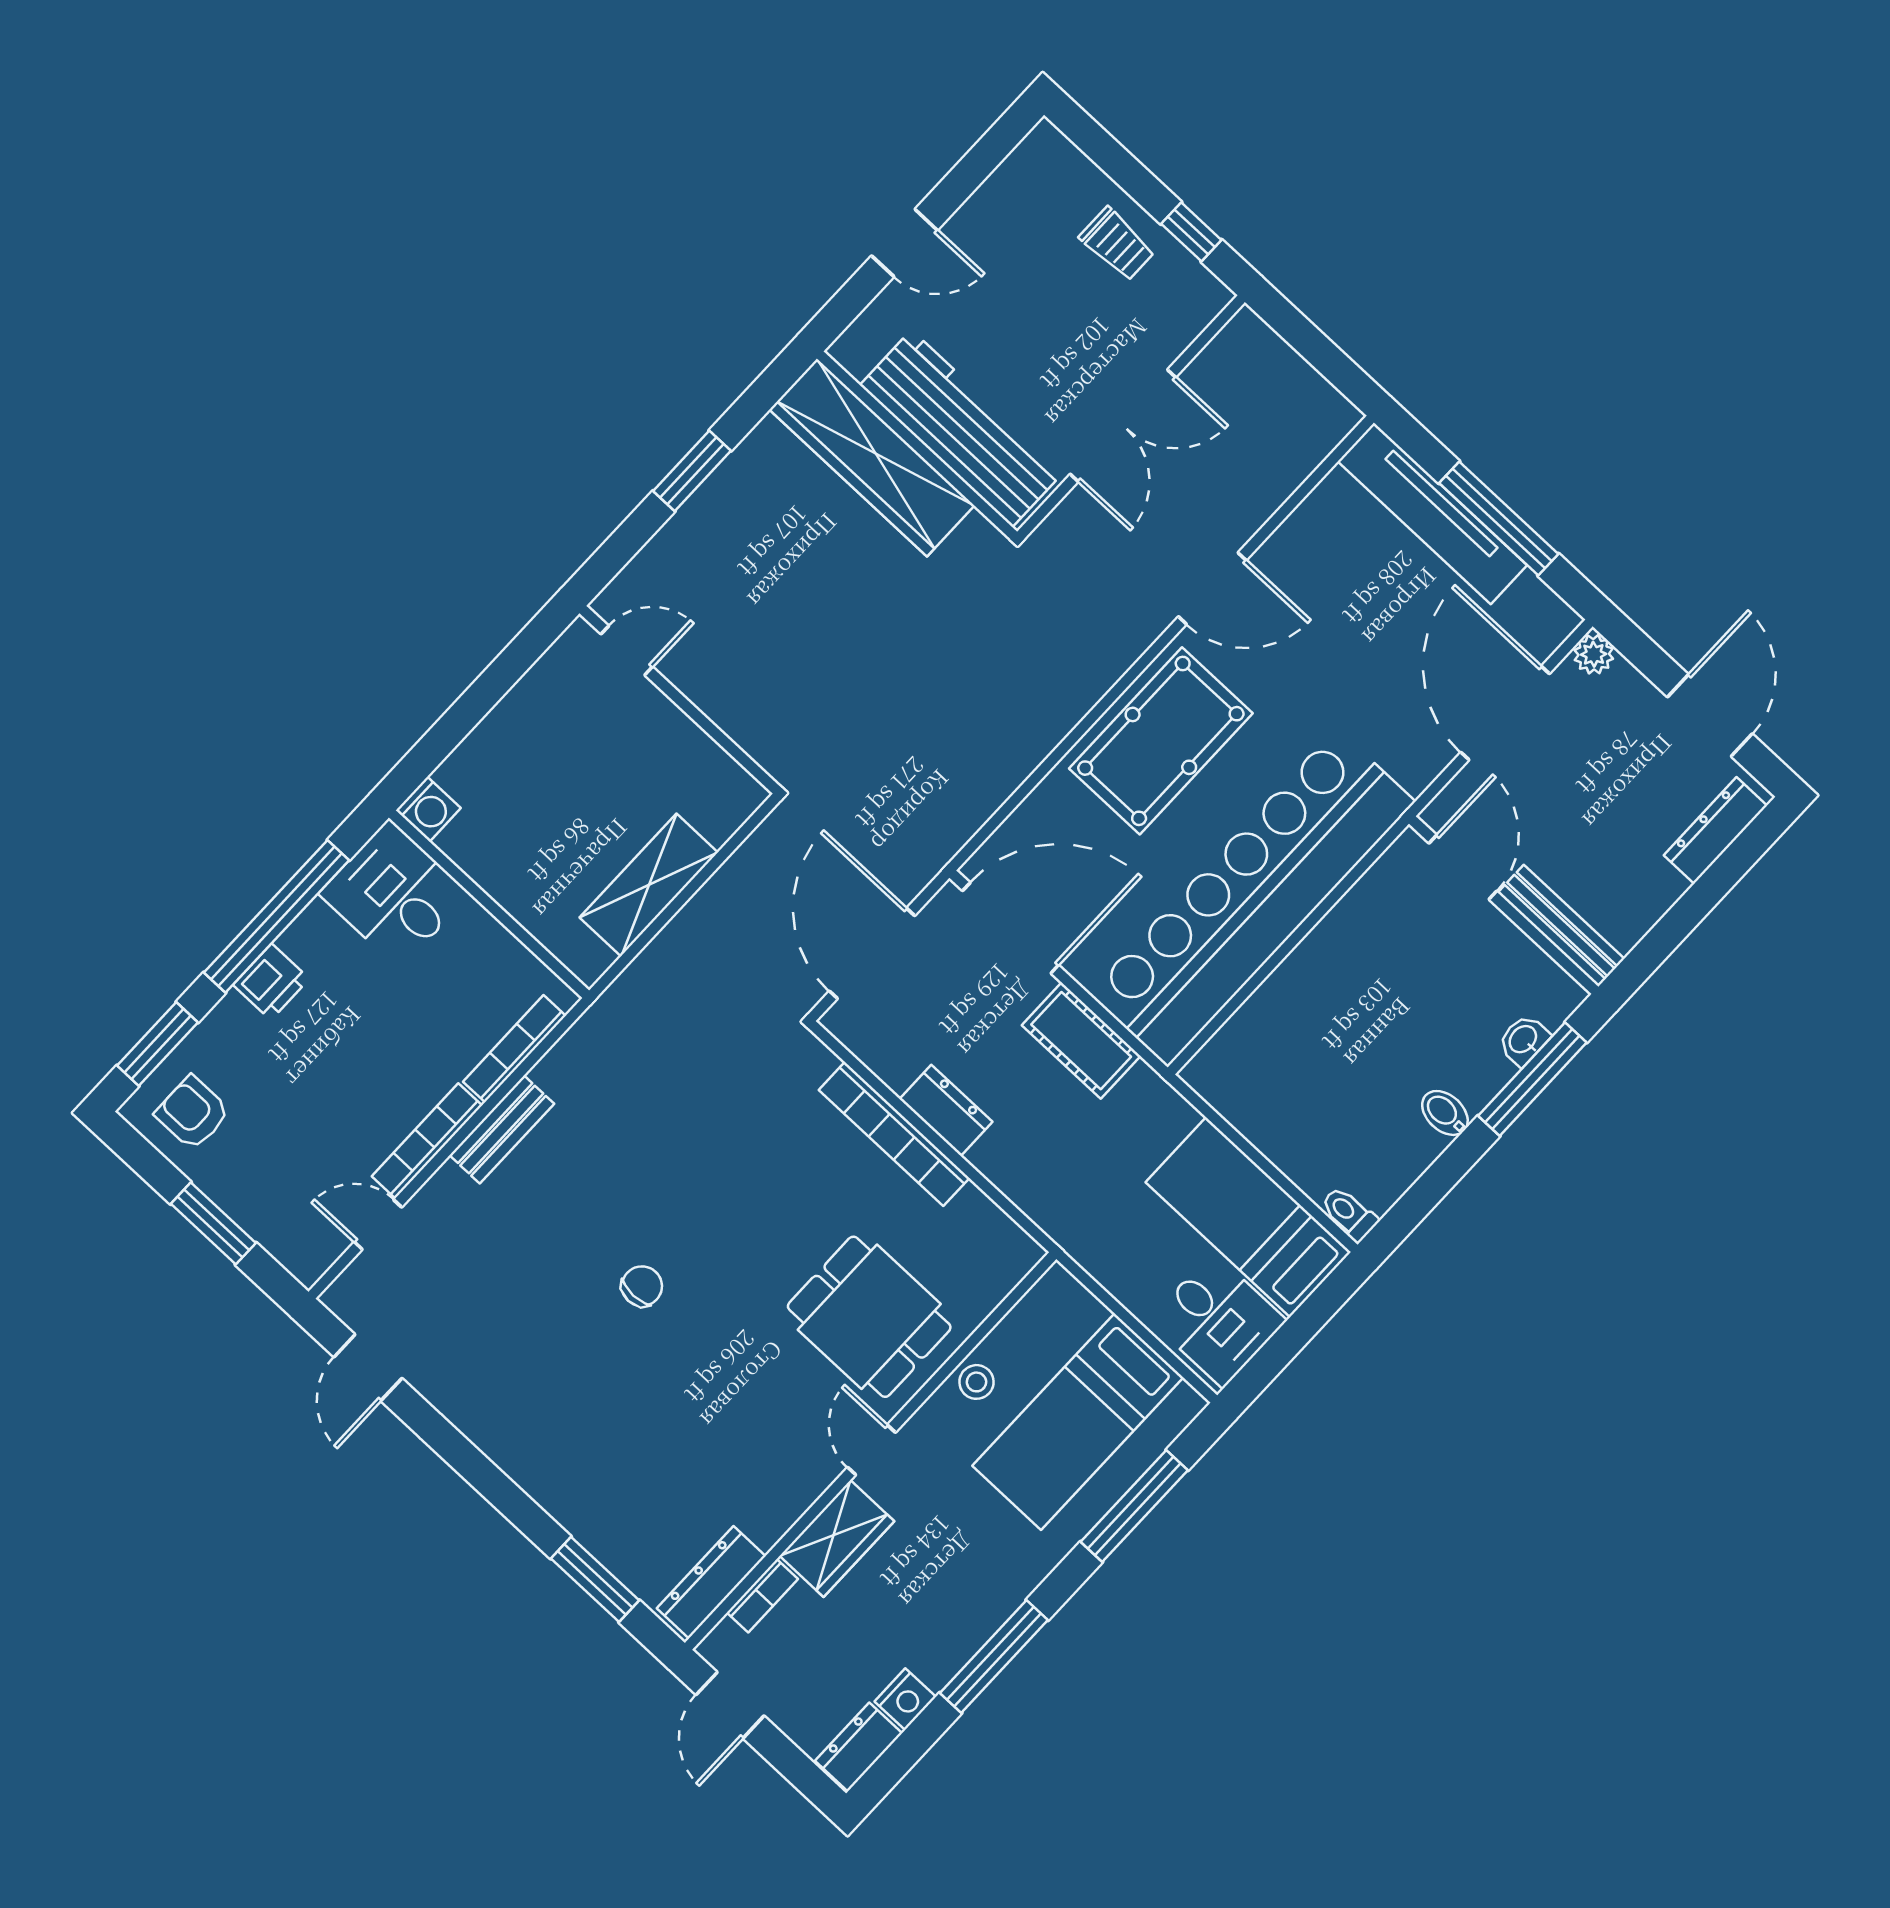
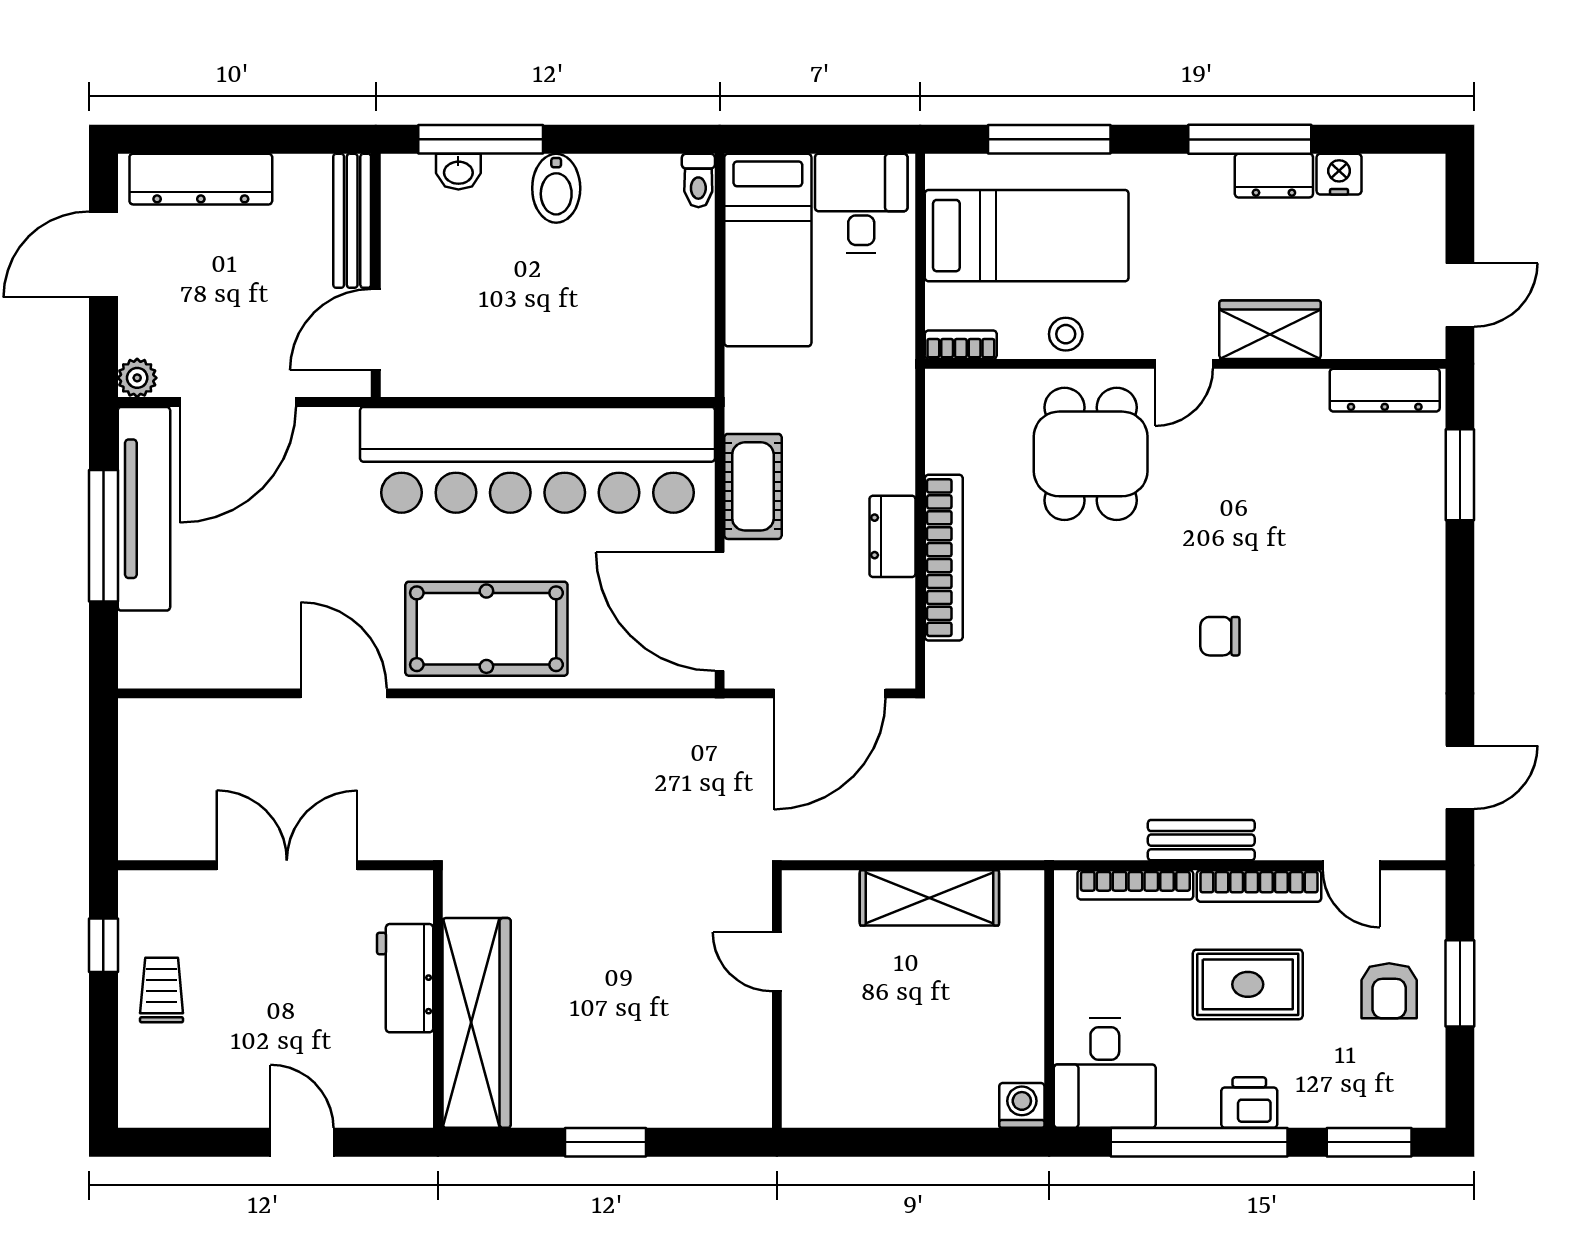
workbench: (962, 428) -> (405, 978), width x0.53, depth x0.76
tv unit: (1432, 513) -> (144, 509), moved
door: (627, 650) -> (777, 962), moved
dresser: (1715, 830) -> (201, 179), width x1.37, depth x1.24
rug: (361, 1063) -> (1248, 984), added
armchair: (193, 1113) -> (1389, 991), moved
bidet: (1445, 1113) -> (556, 188), width x1.38, depth x1.36
bookcase: (762, 1596) -> (961, 345), moved
dresser: (859, 1747) -> (1274, 176), moved

